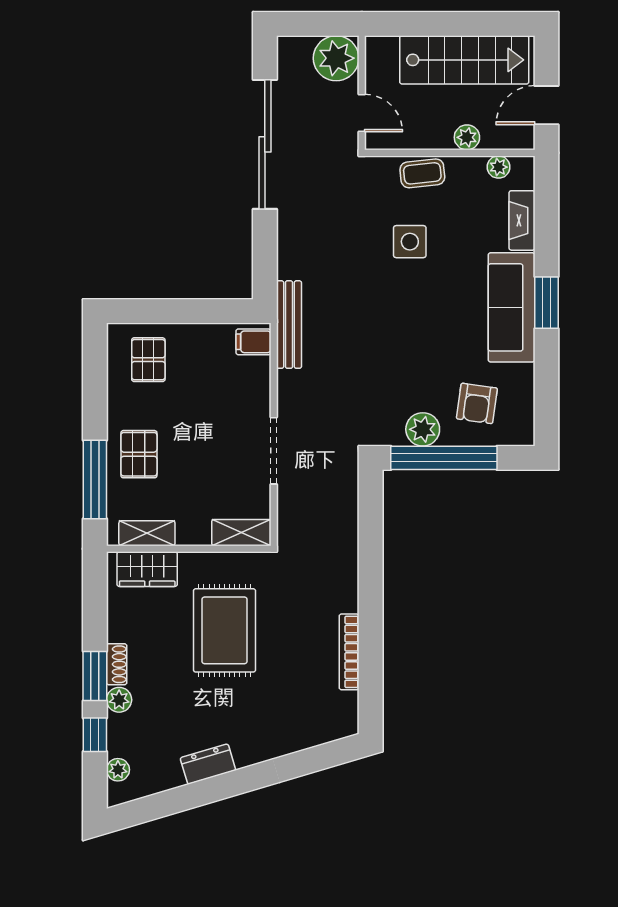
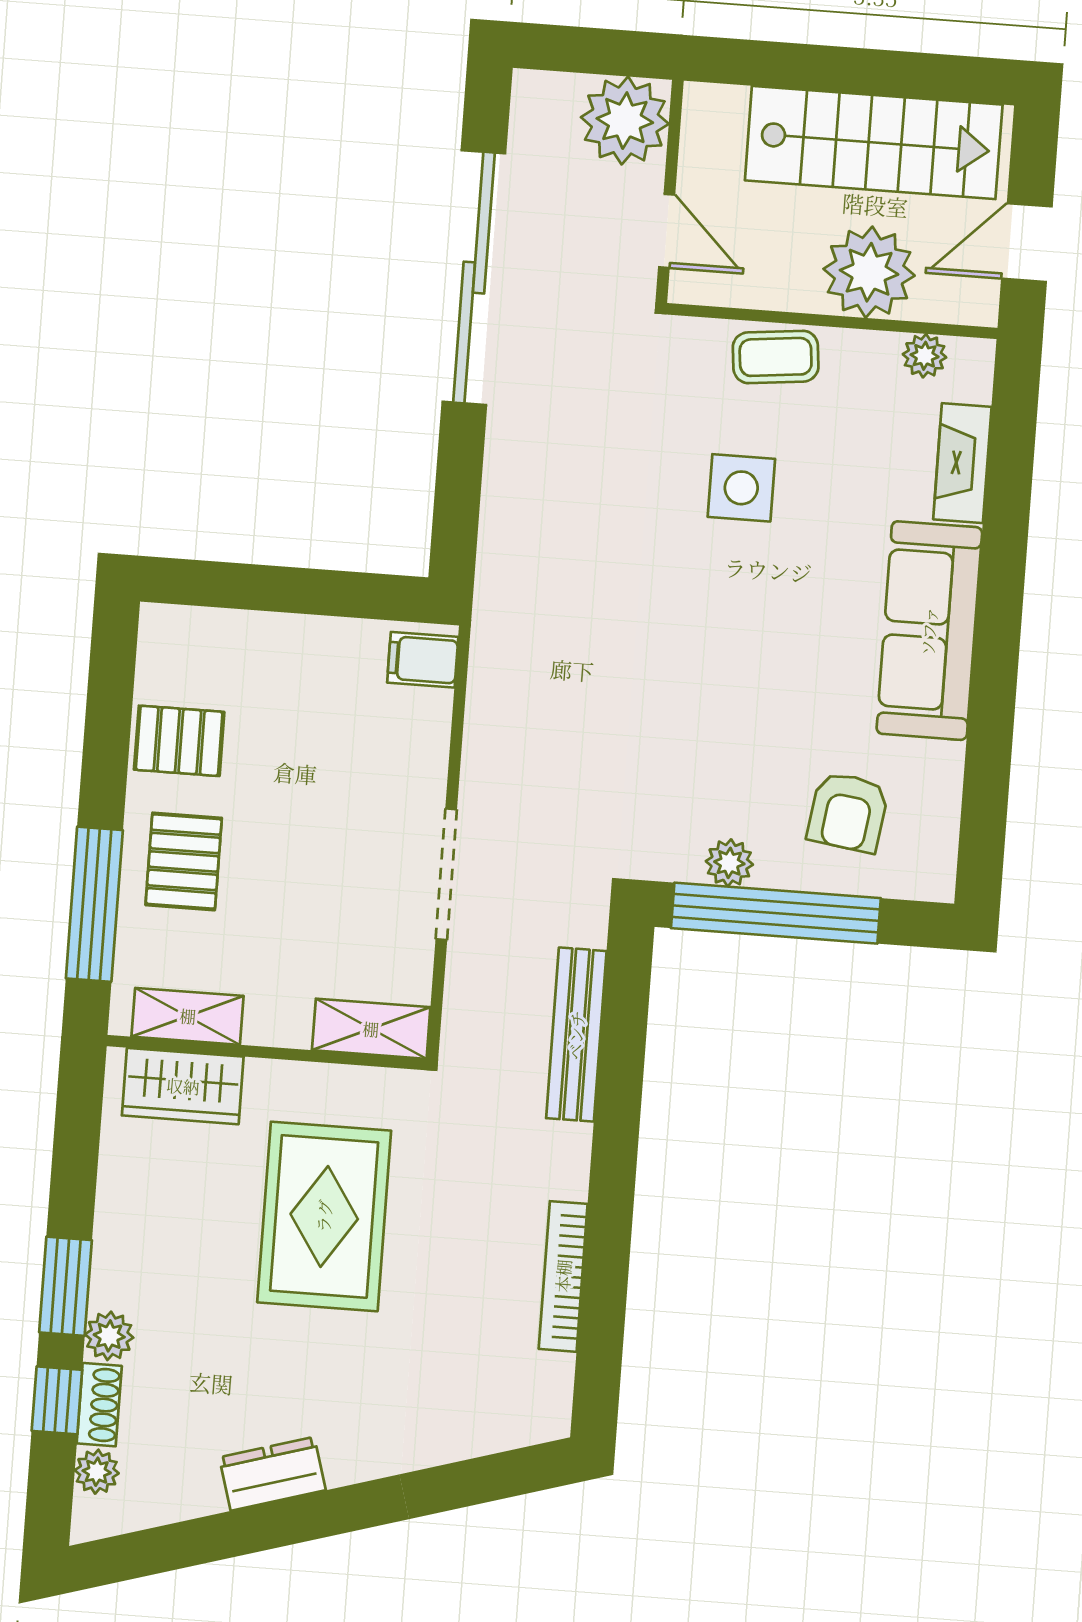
plant: (467, 137) -> (869, 272), width x1.88, depth x1.88
window: (547, 303) -> (998, 627), removed
bench: (289, 325) -> (576, 1035), moved
pallet: (148, 360) -> (179, 741), moved, turned 90
plant: (423, 429) -> (729, 863), width x0.73, depth x0.73
shoe rack: (117, 664) -> (99, 1405), moved

